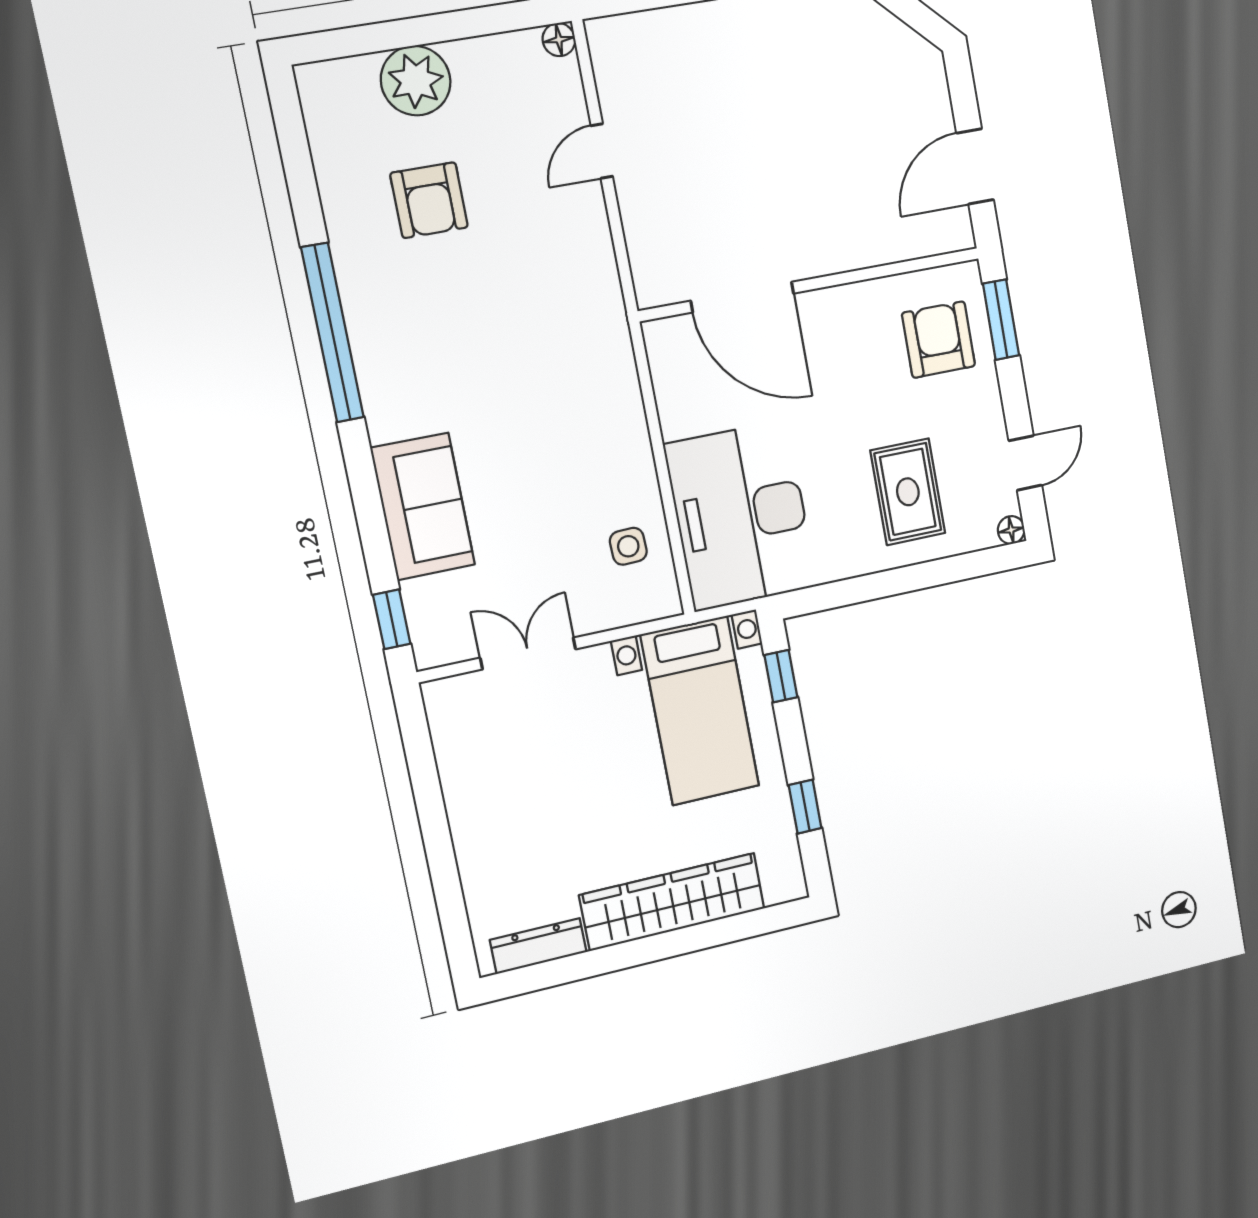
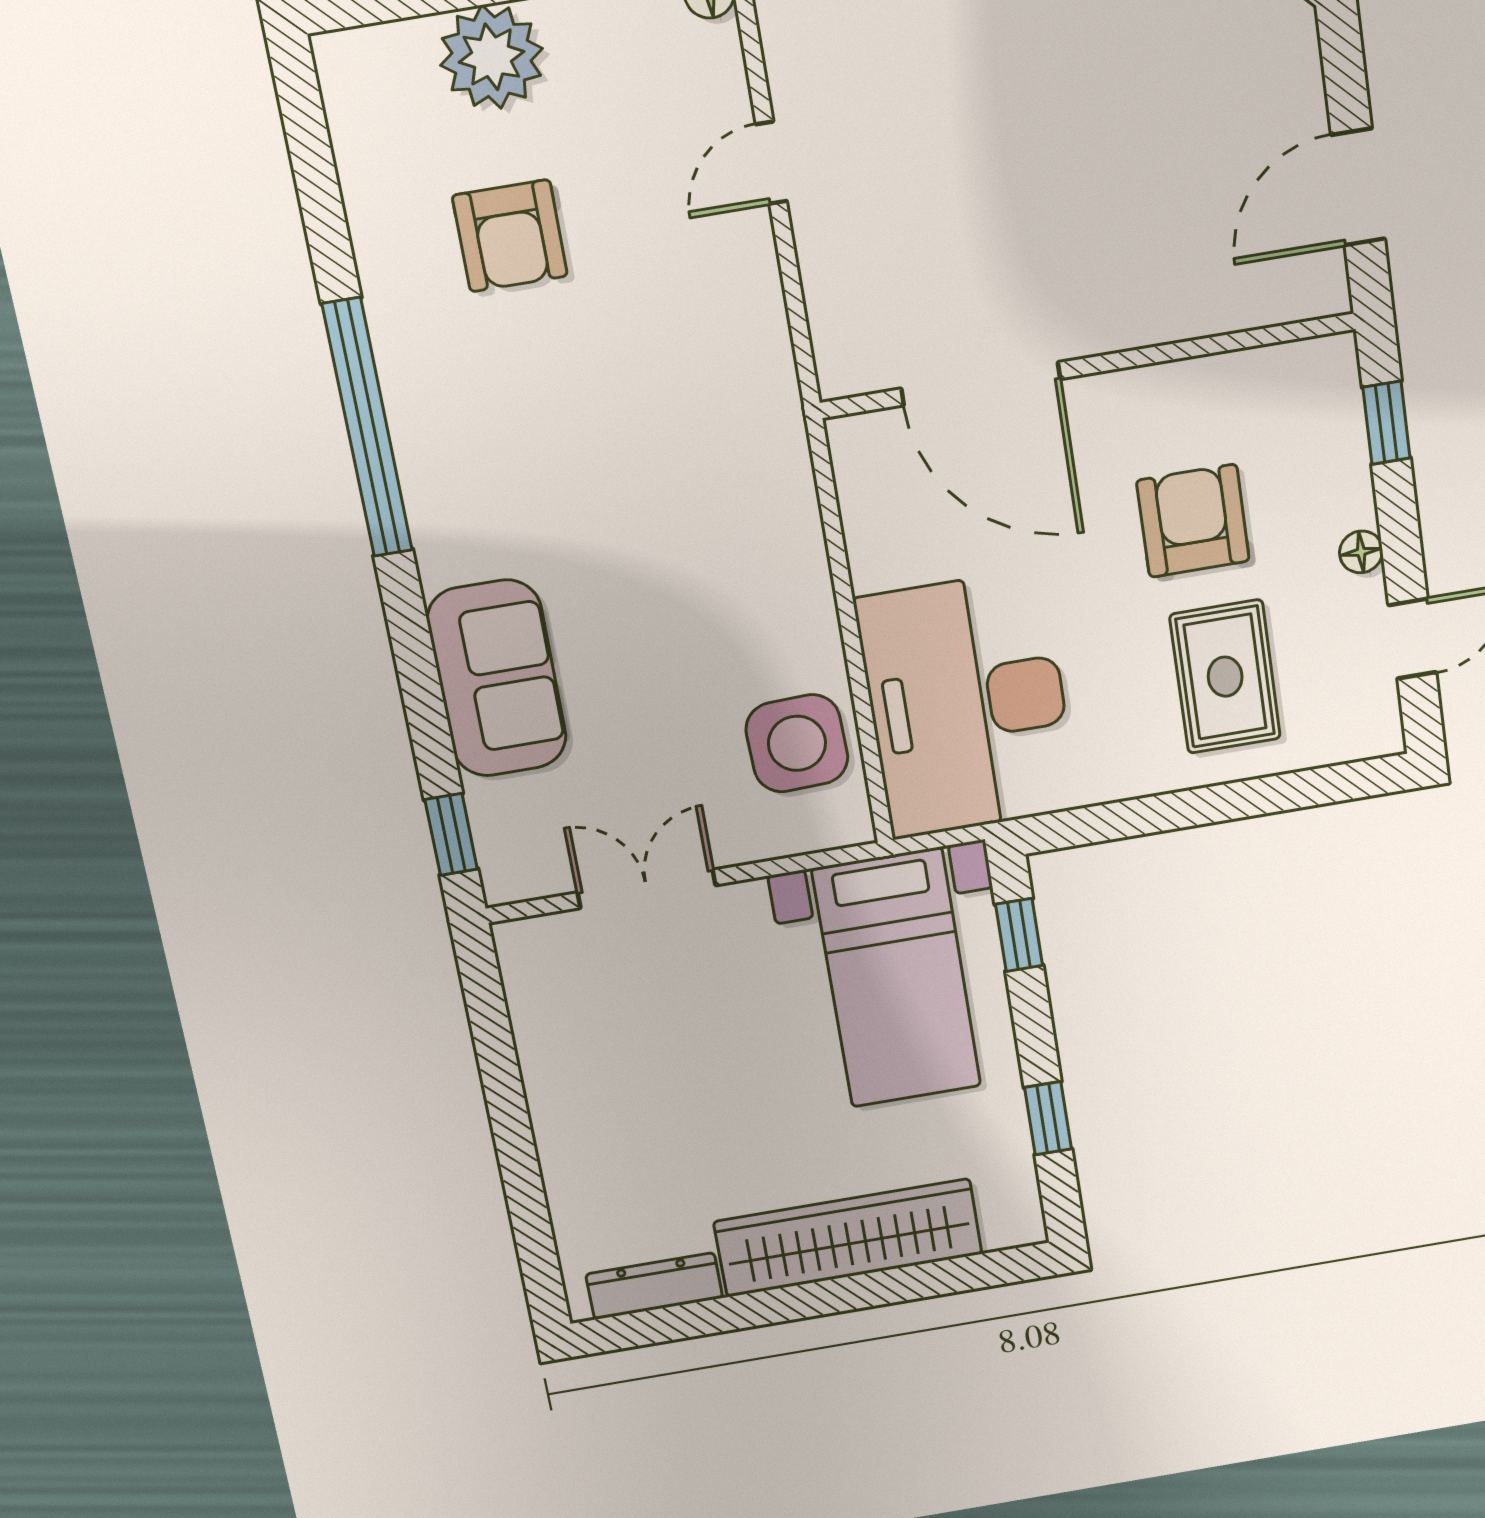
window: (1001, 320) -> (1386, 423), width x0.67
armchair: (939, 340) -> (1193, 521), moved
floor lamp: (1011, 530) -> (1361, 552), moved
side table: (628, 546) -> (797, 743), width x1.87, depth x1.87

